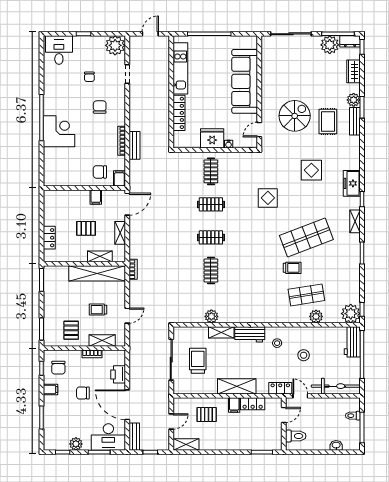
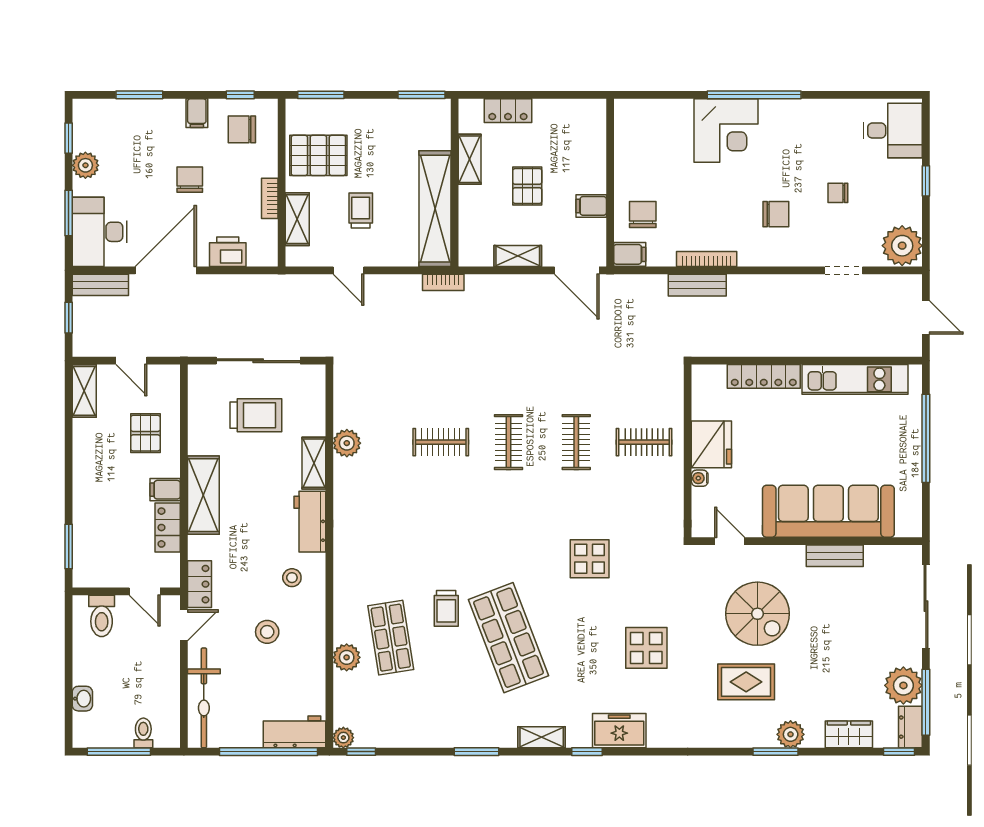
bench: (355, 121) -> (835, 556), moved
shelving: (100, 256) -> (470, 159), moved
plant: (351, 314) -> (343, 738), width x0.53, depth x0.53
pallet: (71, 330) -> (318, 155), width x1.50, depth x1.42

